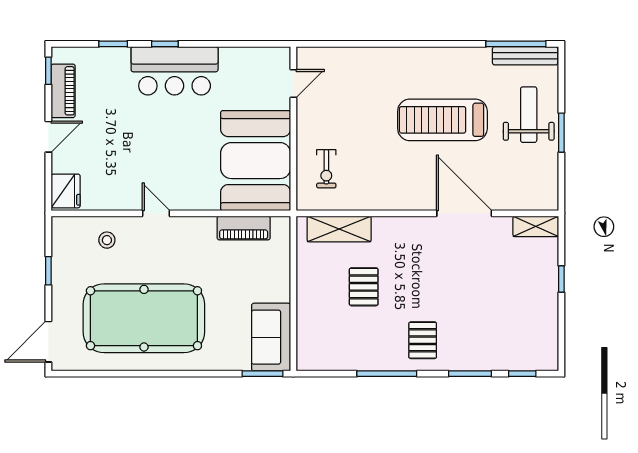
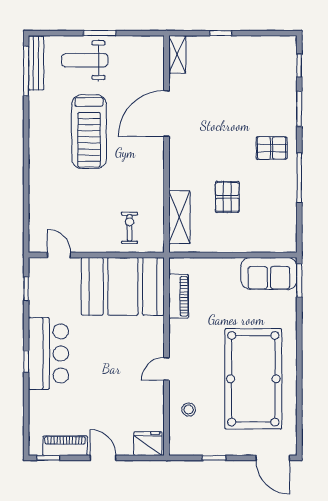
window: (113, 44) -> (26, 289), moved
exercise bike: (326, 169) -> (130, 228), turned -90
pallet: (364, 287) -> (227, 197), turned 90

